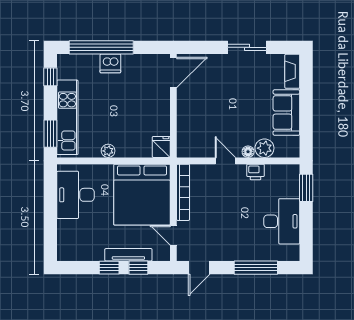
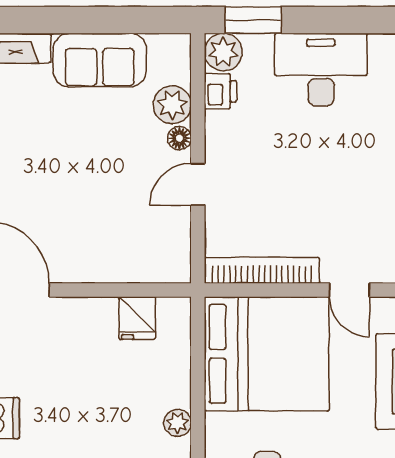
fridge: (161, 147) -> (137, 318), moved, turned -90
printer: (256, 172) -> (220, 91), moved
plant: (290, 173) -> (223, 52), added
door: (173, 235) -> (349, 290), hinge flipped

